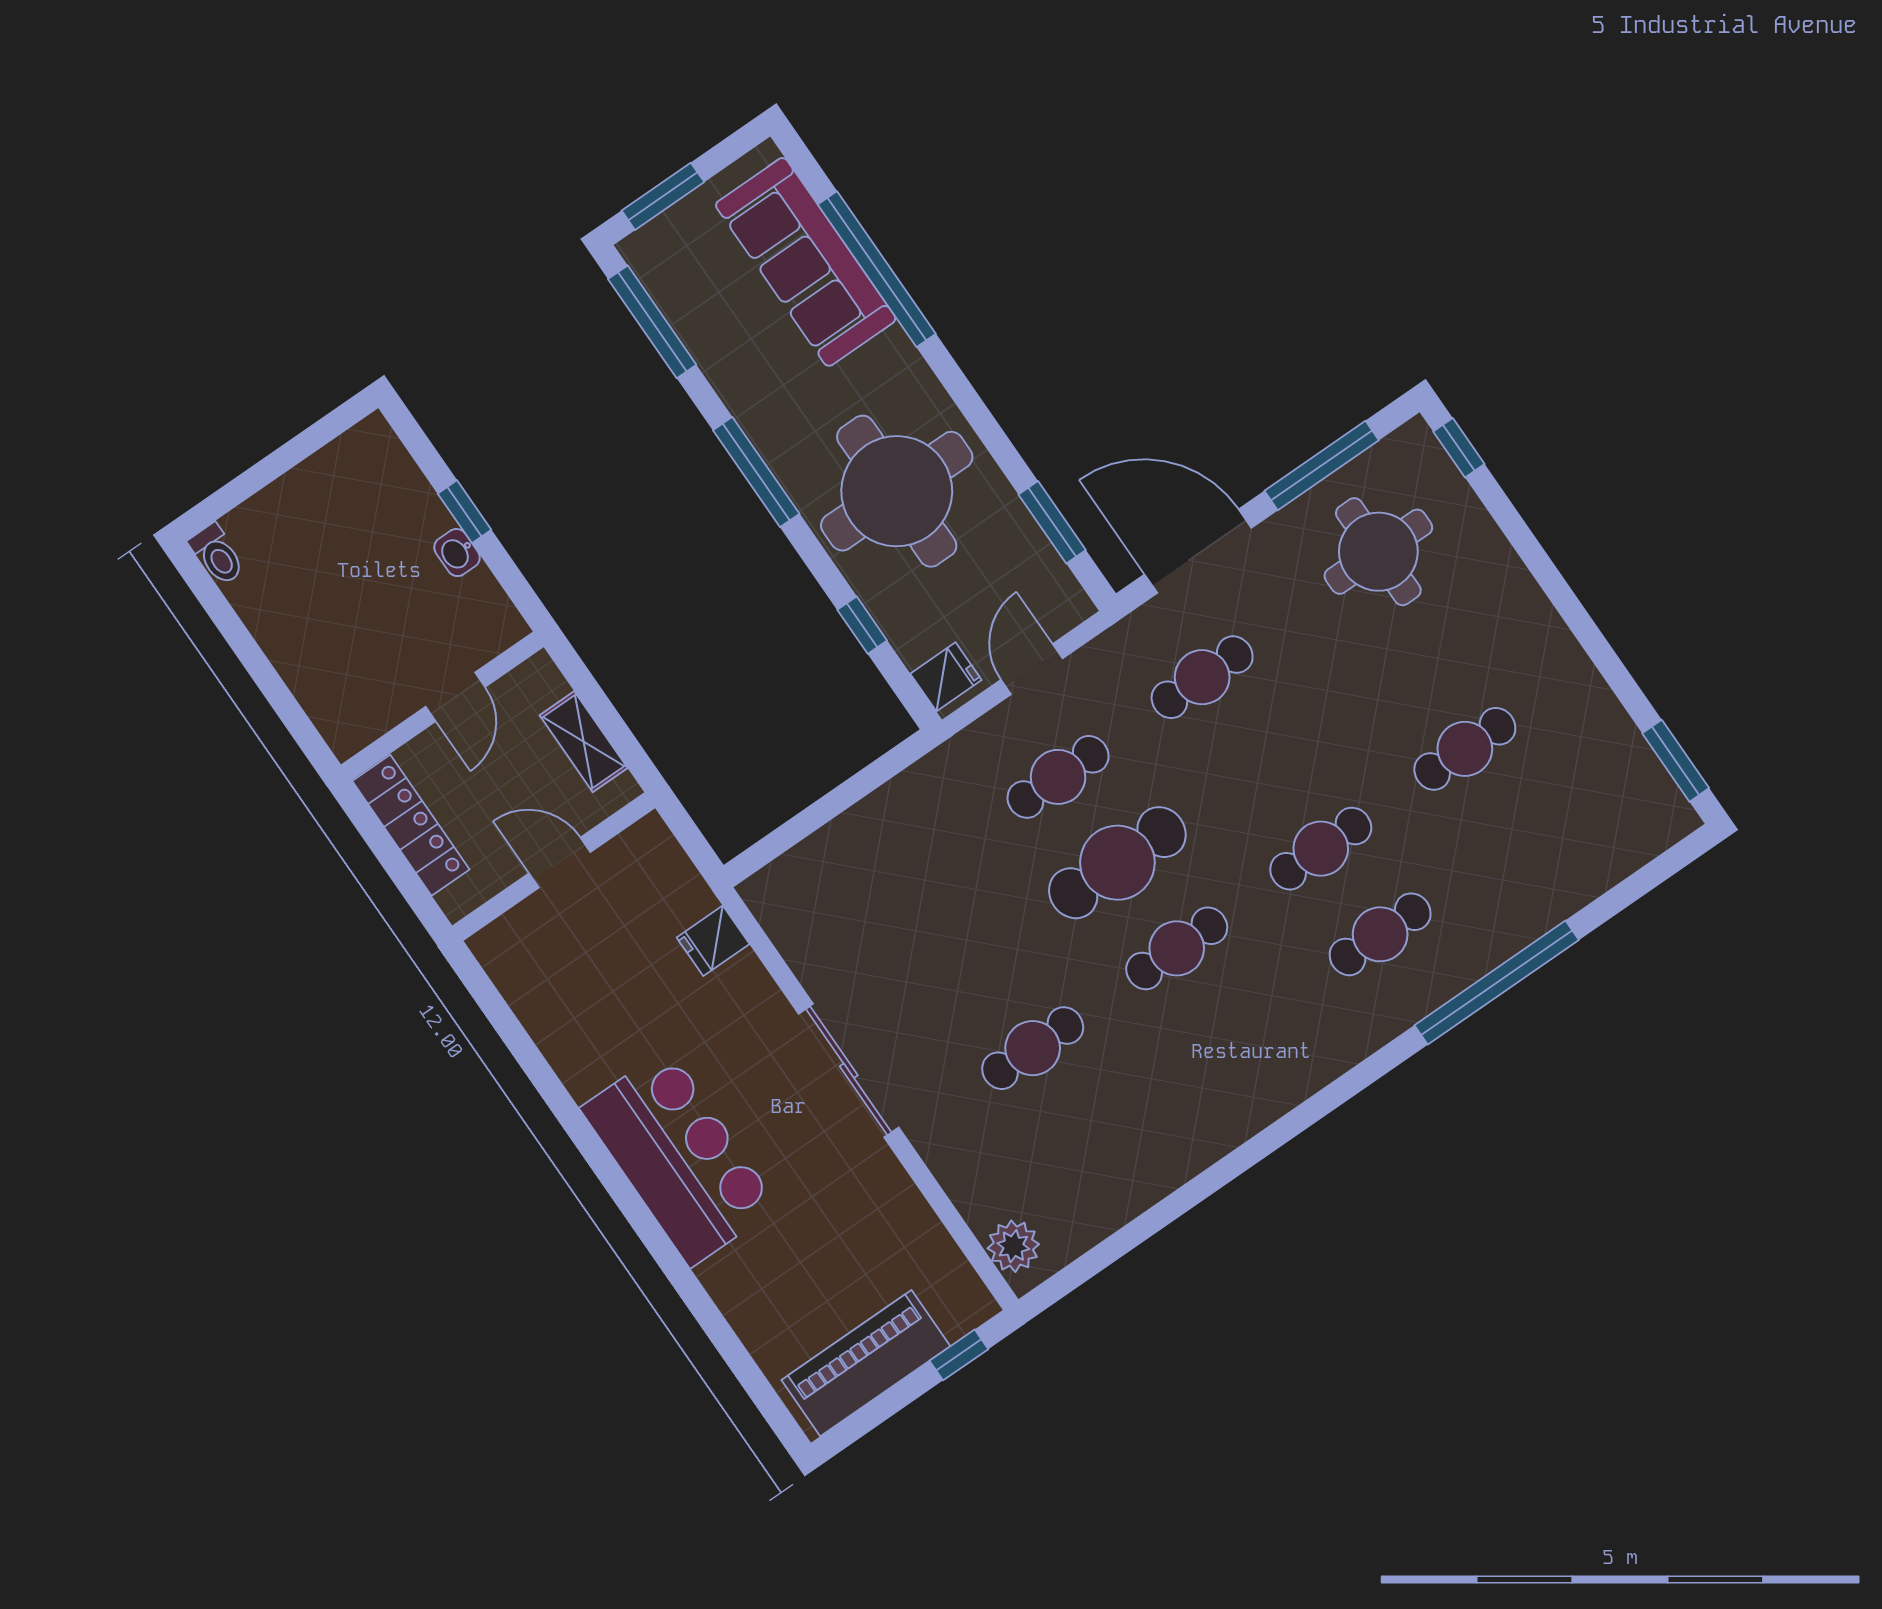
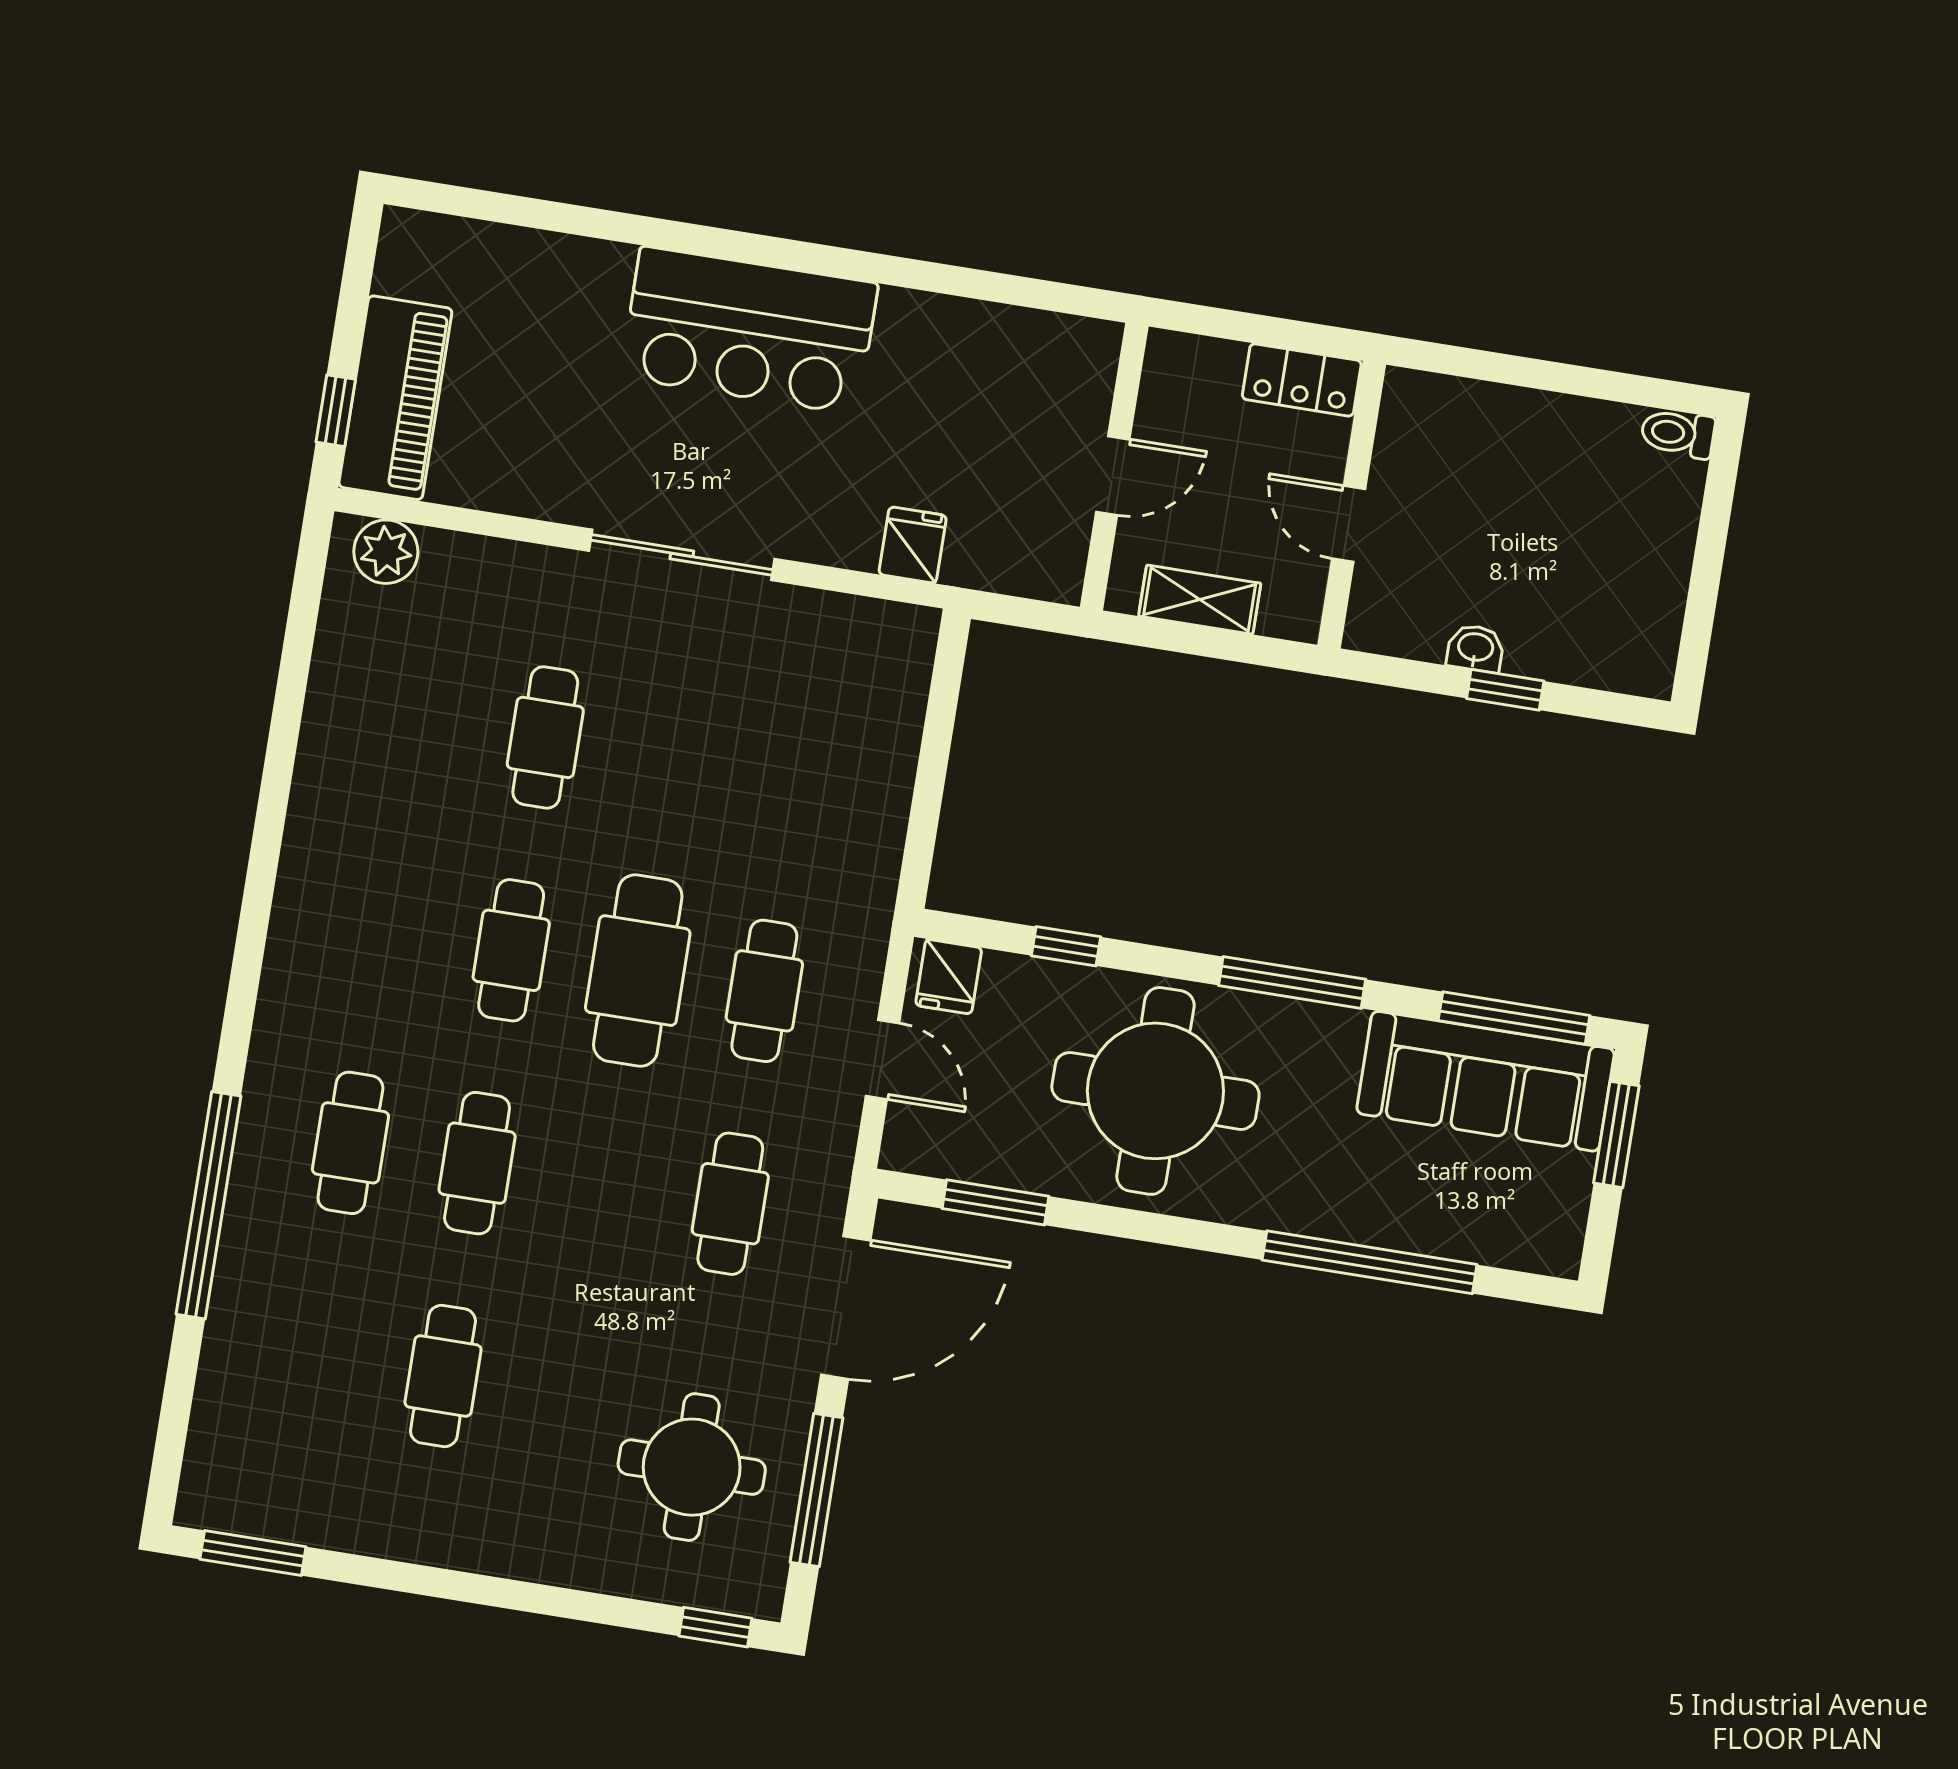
sofa: (806, 262) -> (1486, 1081), moved, turned 180
locker: (411, 825) -> (1302, 380), width x0.66
piano: (866, 1363) -> (395, 398), moved

